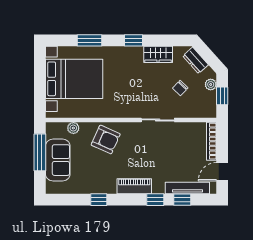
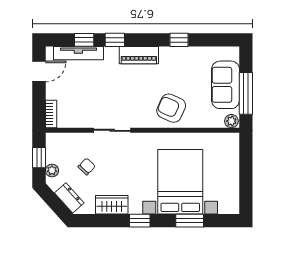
bed with nightstands: (74, 79) -> (180, 182), moved, turned 90
plant: (73, 128) -> (231, 121), moved
bookcase: (212, 141) -> (51, 114), width x0.64

